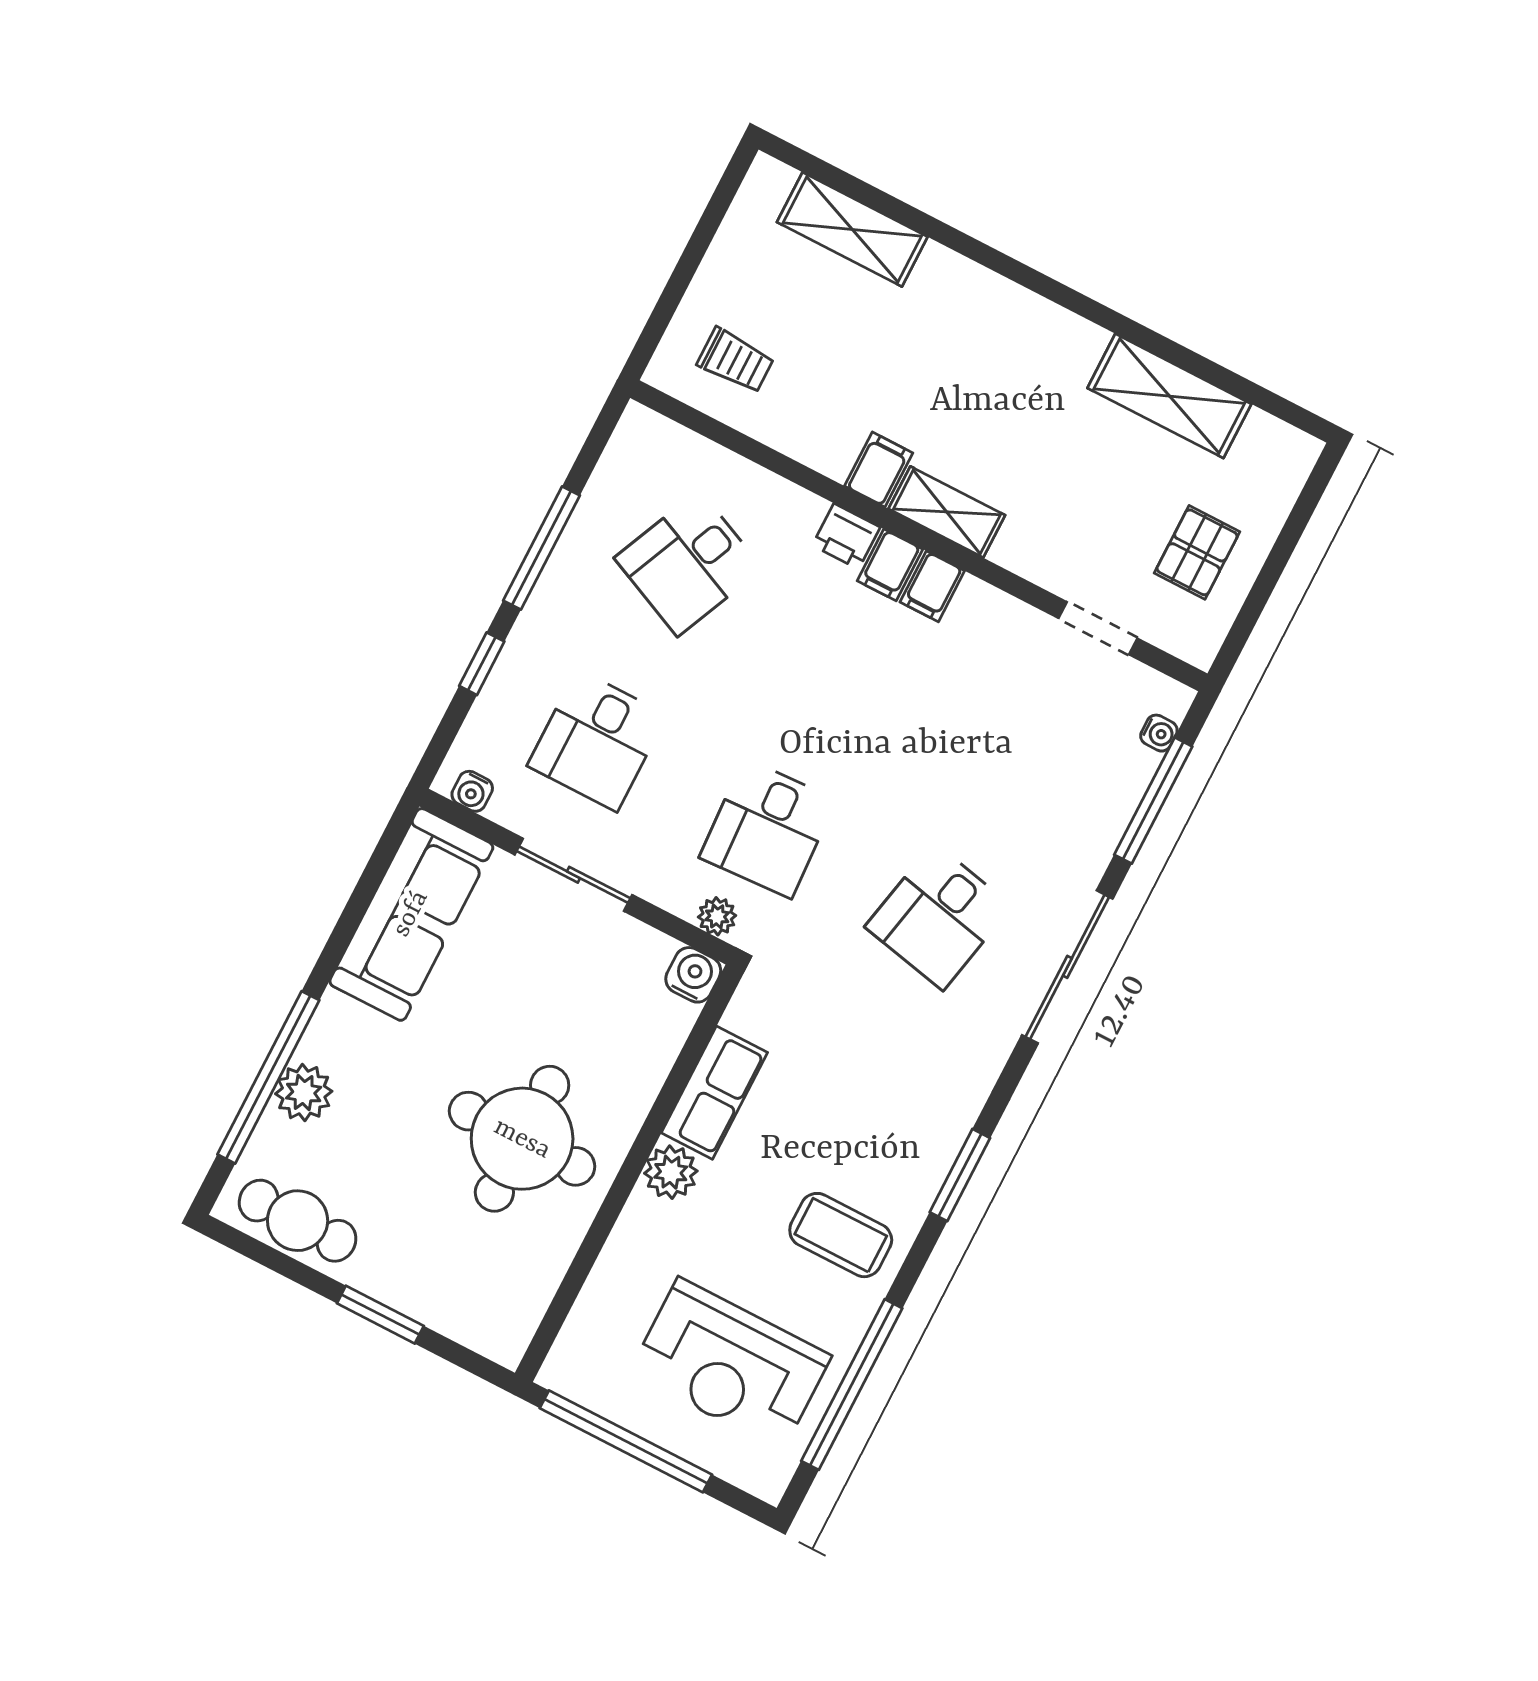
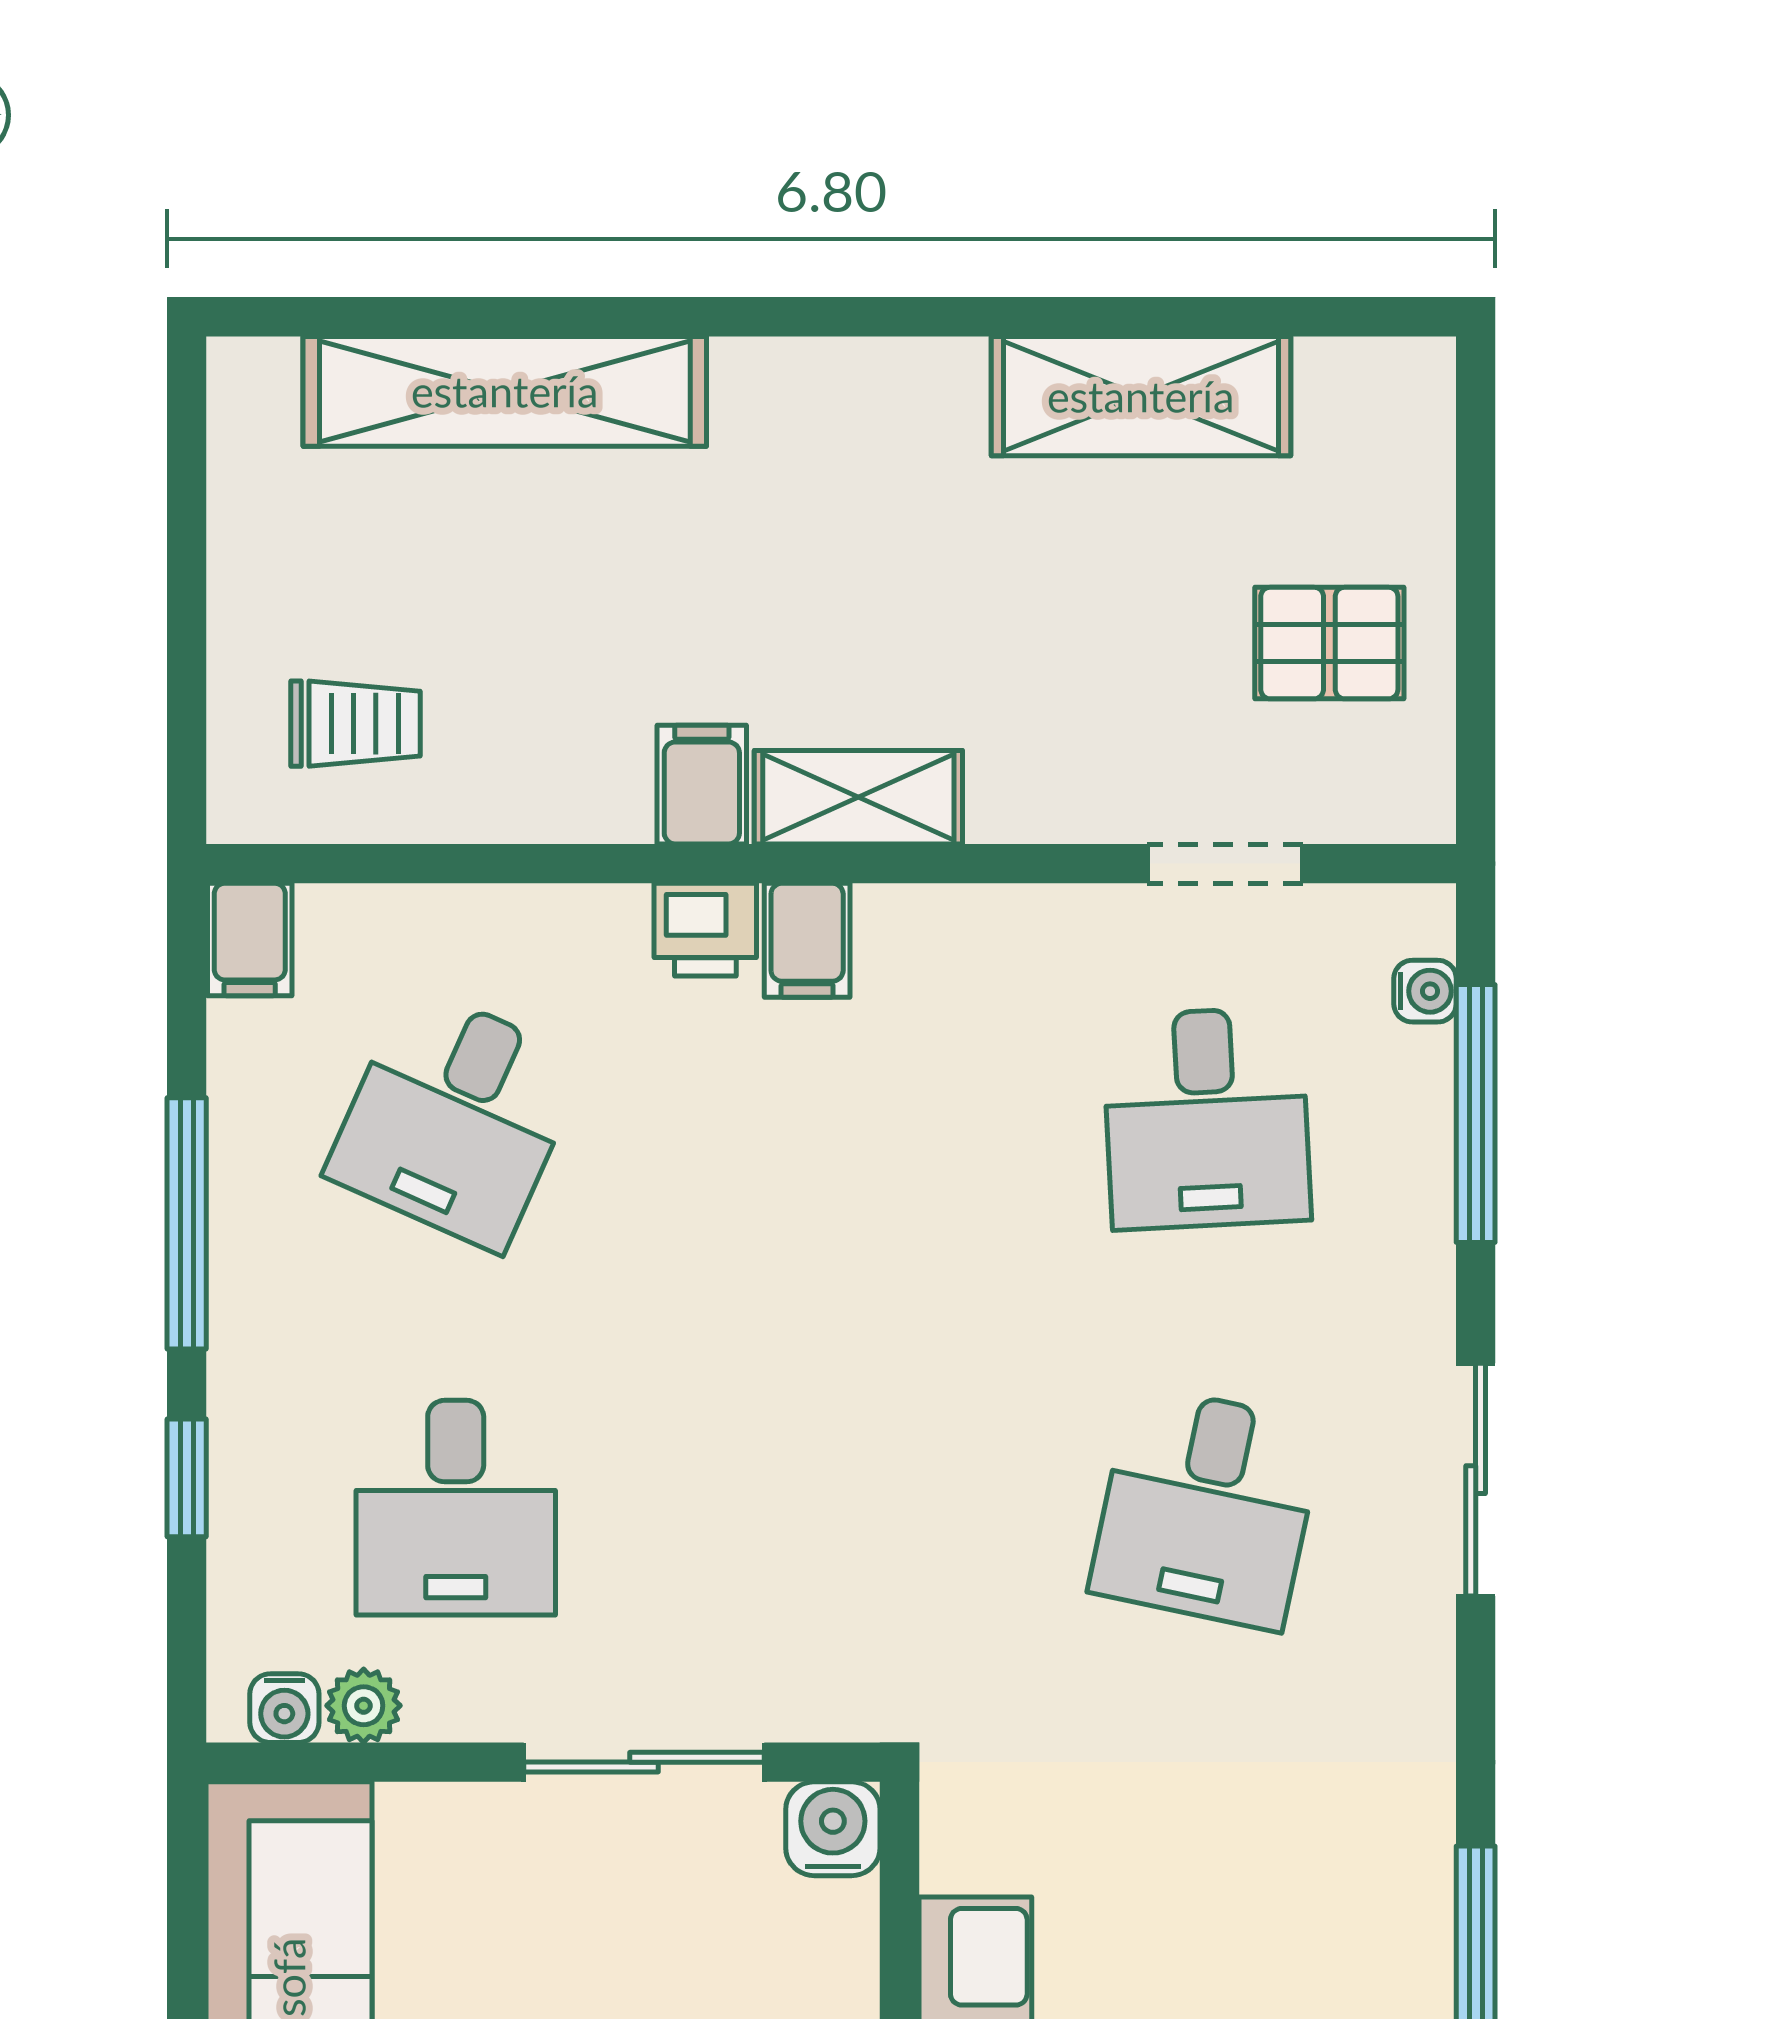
shelving: (852, 229) -> (505, 391), width x1.47
pallet: (1197, 552) -> (1329, 643), turned 90
filing cabinet: (932, 586) -> (250, 939), moved
desk: (768, 828) -> (1207, 1118), moved
sliding door: (574, 875) -> (644, 1762), moved
plant: (717, 916) -> (364, 1706), moved
sliding door: (1067, 967) -> (1476, 1480), width x0.73

